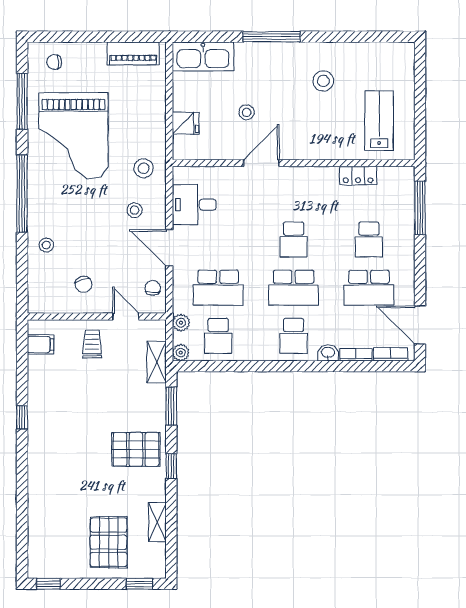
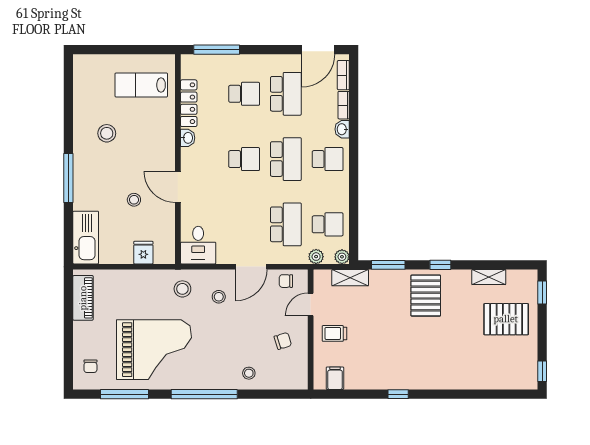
washbasin: (318, 174) -> (188, 138), added
locker: (358, 176) -> (189, 103), width x1.53
desk: (194, 205) -> (198, 245), moved

